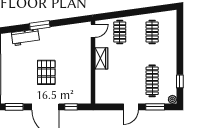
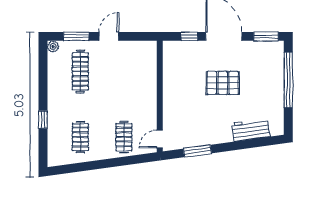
window: (40, 25) -> (197, 151), moved
wardrobe: (101, 58) -> (148, 102), removed
pallet: (46, 72) -> (223, 83), turned 90
window: (180, 81) -> (43, 120), moved

